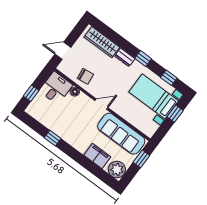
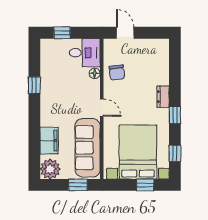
wardrobe: (102, 42) -> (161, 64), removed
bed with nightstands: (154, 96) -> (138, 152), width x1.36

